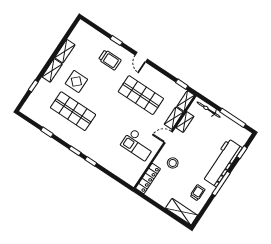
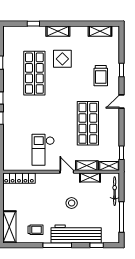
shelving: (65, 51) -> (100, 31), moved
stool: (173, 163) -> (72, 203), moved

